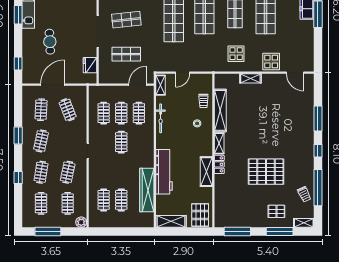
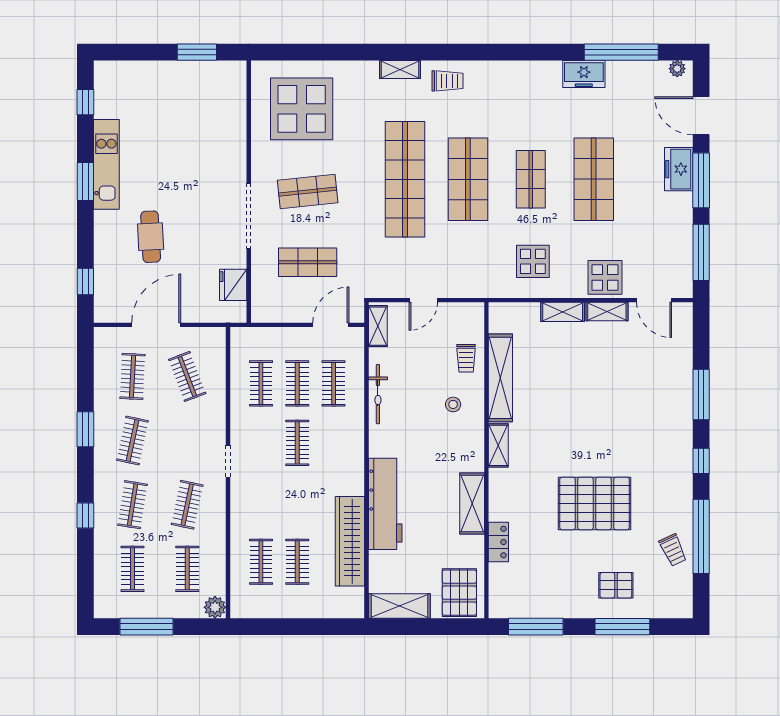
window: (318, 49) -> (701, 252), added
locker: (219, 164) -> (498, 542), moved
shelving: (304, 223) -> (607, 312), moved

